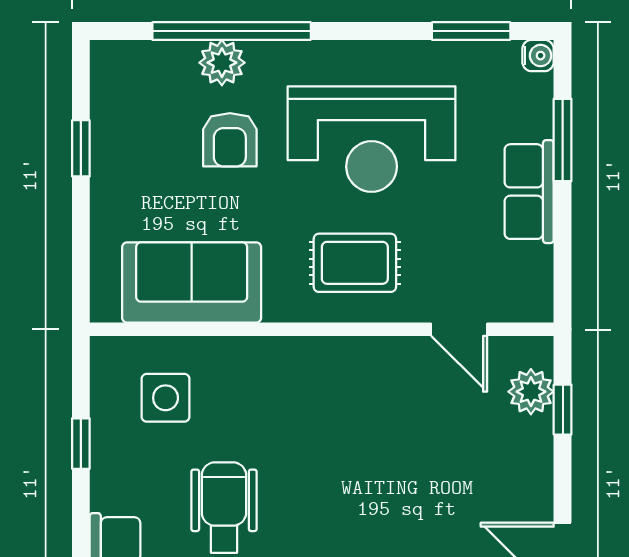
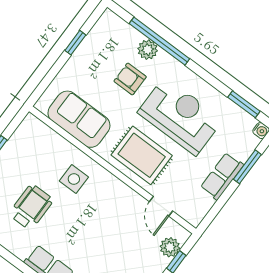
reception desk: (372, 139) -> (180, 116), turned 180
armchair: (230, 140) -> (130, 79), turned 90
rug: (355, 263) -> (142, 155), width x1.36, depth x1.43
side table: (166, 398) -> (74, 179), moved

